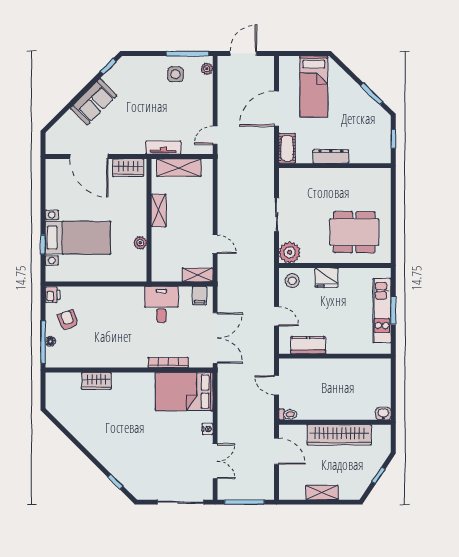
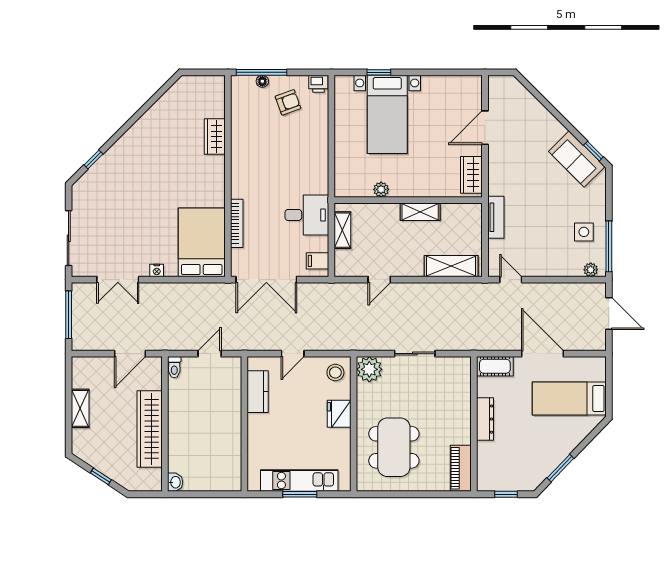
sofa: (94, 102) -> (577, 159), moved
door: (89, 156) -> (485, 128), width x0.73
shelving: (179, 168) -> (451, 266), moved, turned 90
piano: (372, 177) -> (461, 468), added
shelving: (198, 275) -> (342, 230), moved

